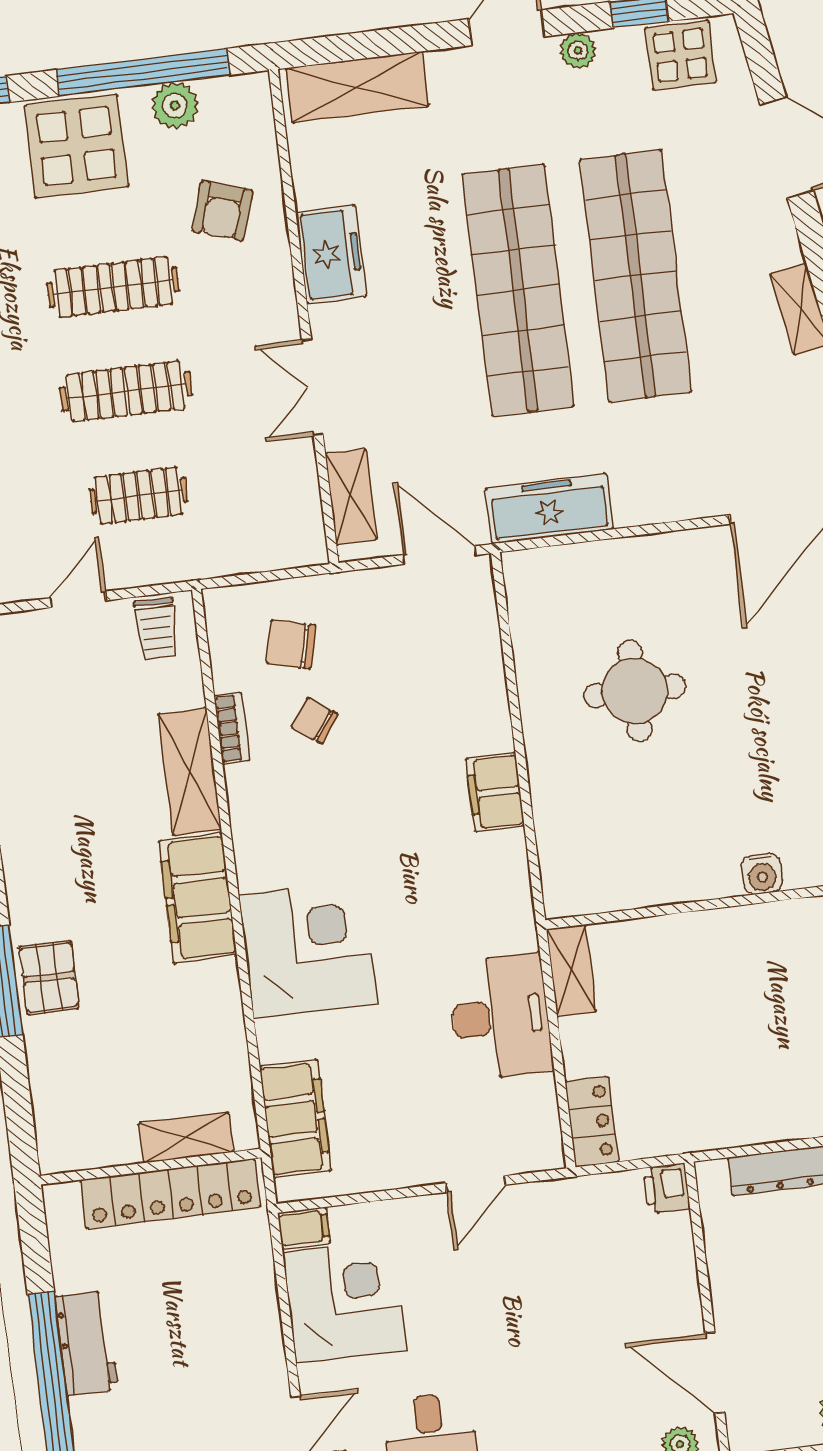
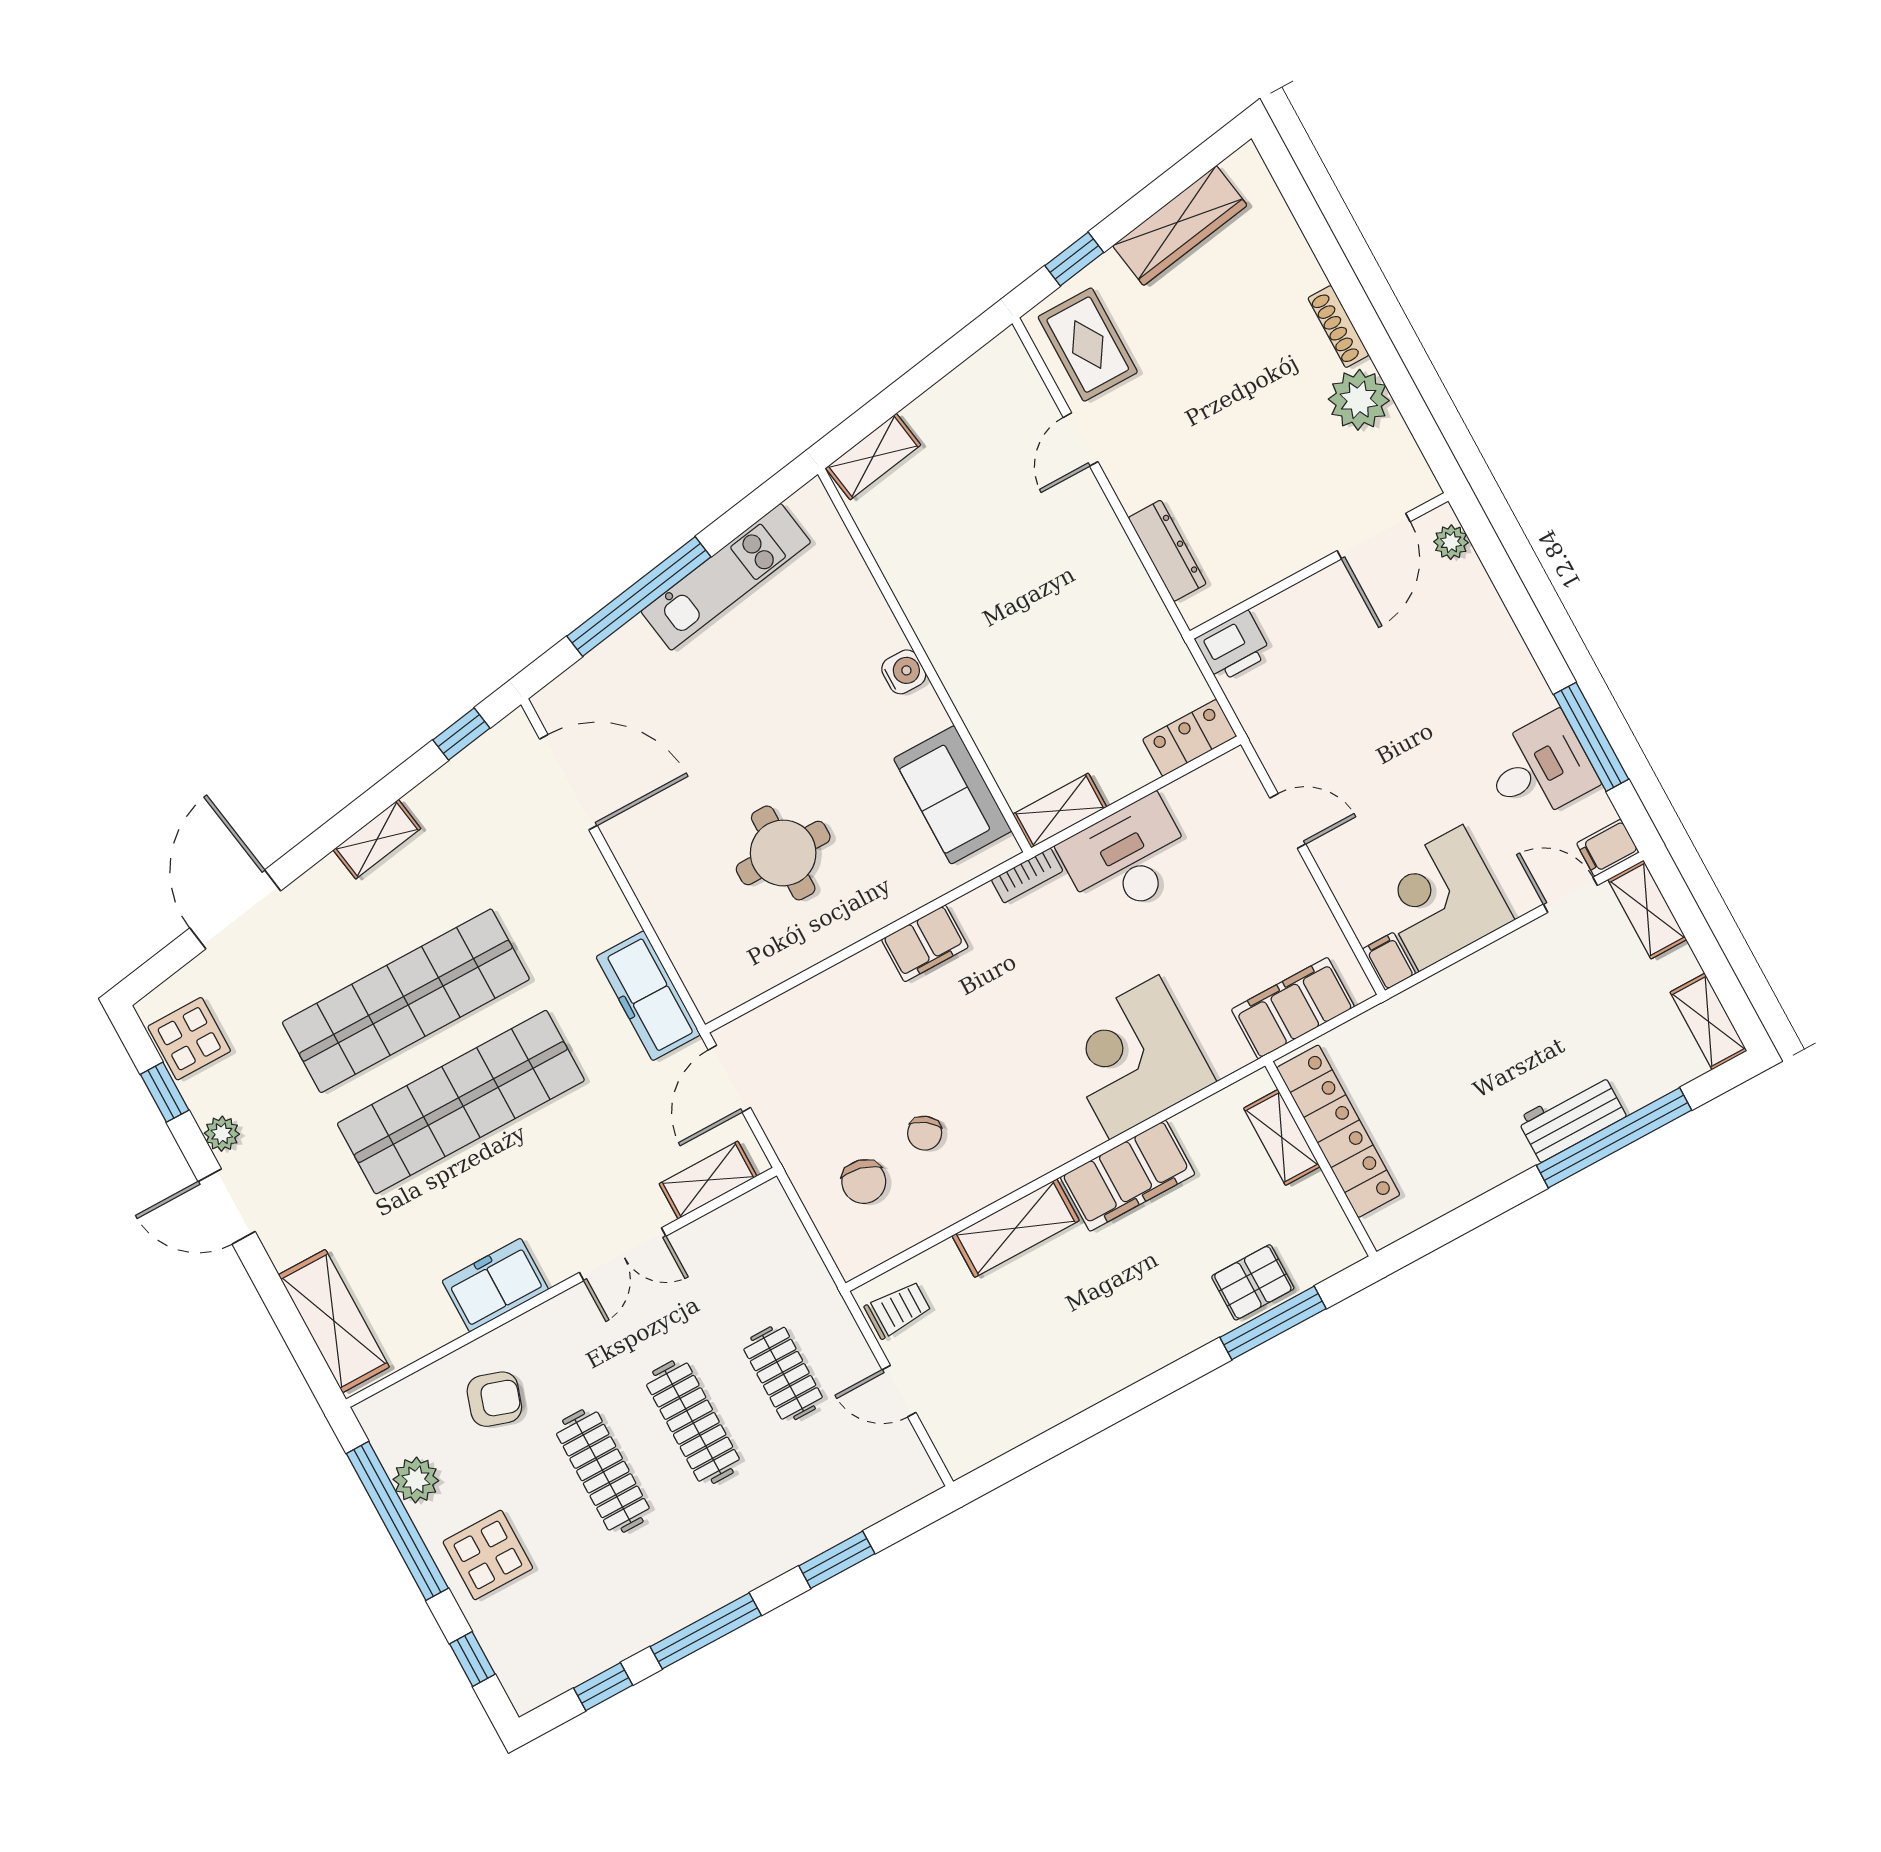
display table: (76, 146) -> (488, 1555), width x0.73, depth x0.73
bookcase: (232, 728) -> (1027, 875), moved, turned 180
sofa: (626, 874) -> (953, 795), added
shelving: (186, 1138) -> (1282, 1137), moved
wall: (151, 1167) -> (1321, 1159), moved
printer: (667, 1188) -> (1233, 646), width x1.36, depth x1.24
locker: (170, 1194) -> (1338, 1131), moved

